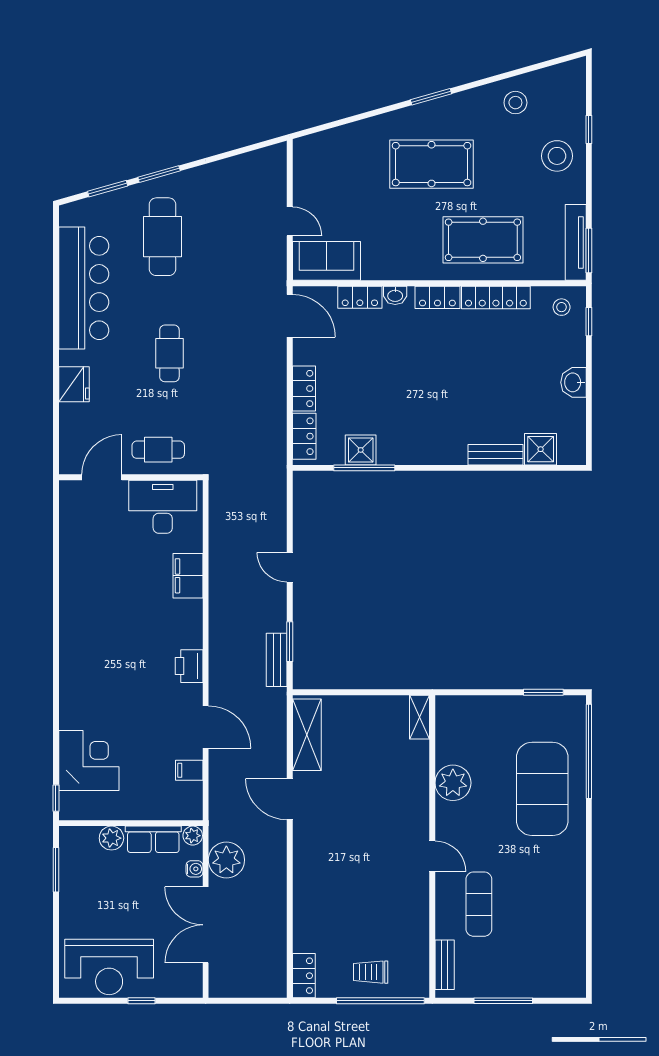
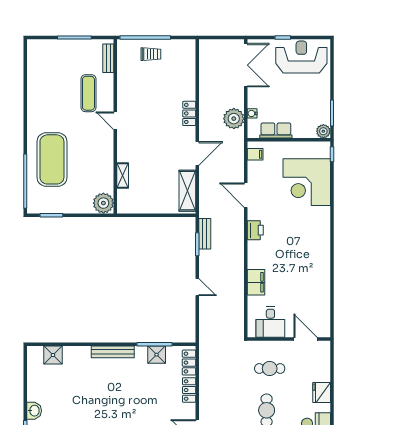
washbasin: (573, 382) -> (34, 411), moved
cafe table: (158, 450) -> (270, 369), moved
bench: (495, 455) -> (113, 352), moved, width x1.36
door: (102, 477) -> (305, 339), swing flipped
desk: (163, 507) -> (270, 322), width x0.73
shelving: (420, 717) -> (123, 176), moved
corner desk: (89, 761) -> (307, 182), width x1.36, depth x1.36
filing cabinet: (189, 770) -> (255, 154), moved
plant: (453, 783) -> (103, 203), moved
door: (290, 799) -> (197, 154), hinge flipped
plant: (193, 836) -> (253, 133), removed
plant: (111, 838) -> (323, 131), moved
double door: (206, 925) -> (246, 65), moved
locker: (304, 976) -> (189, 113), moved

